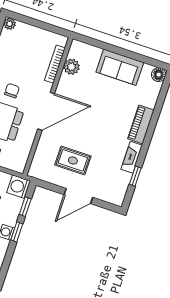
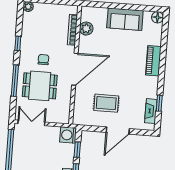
fireplace: (132, 157) -> (151, 111), moved

